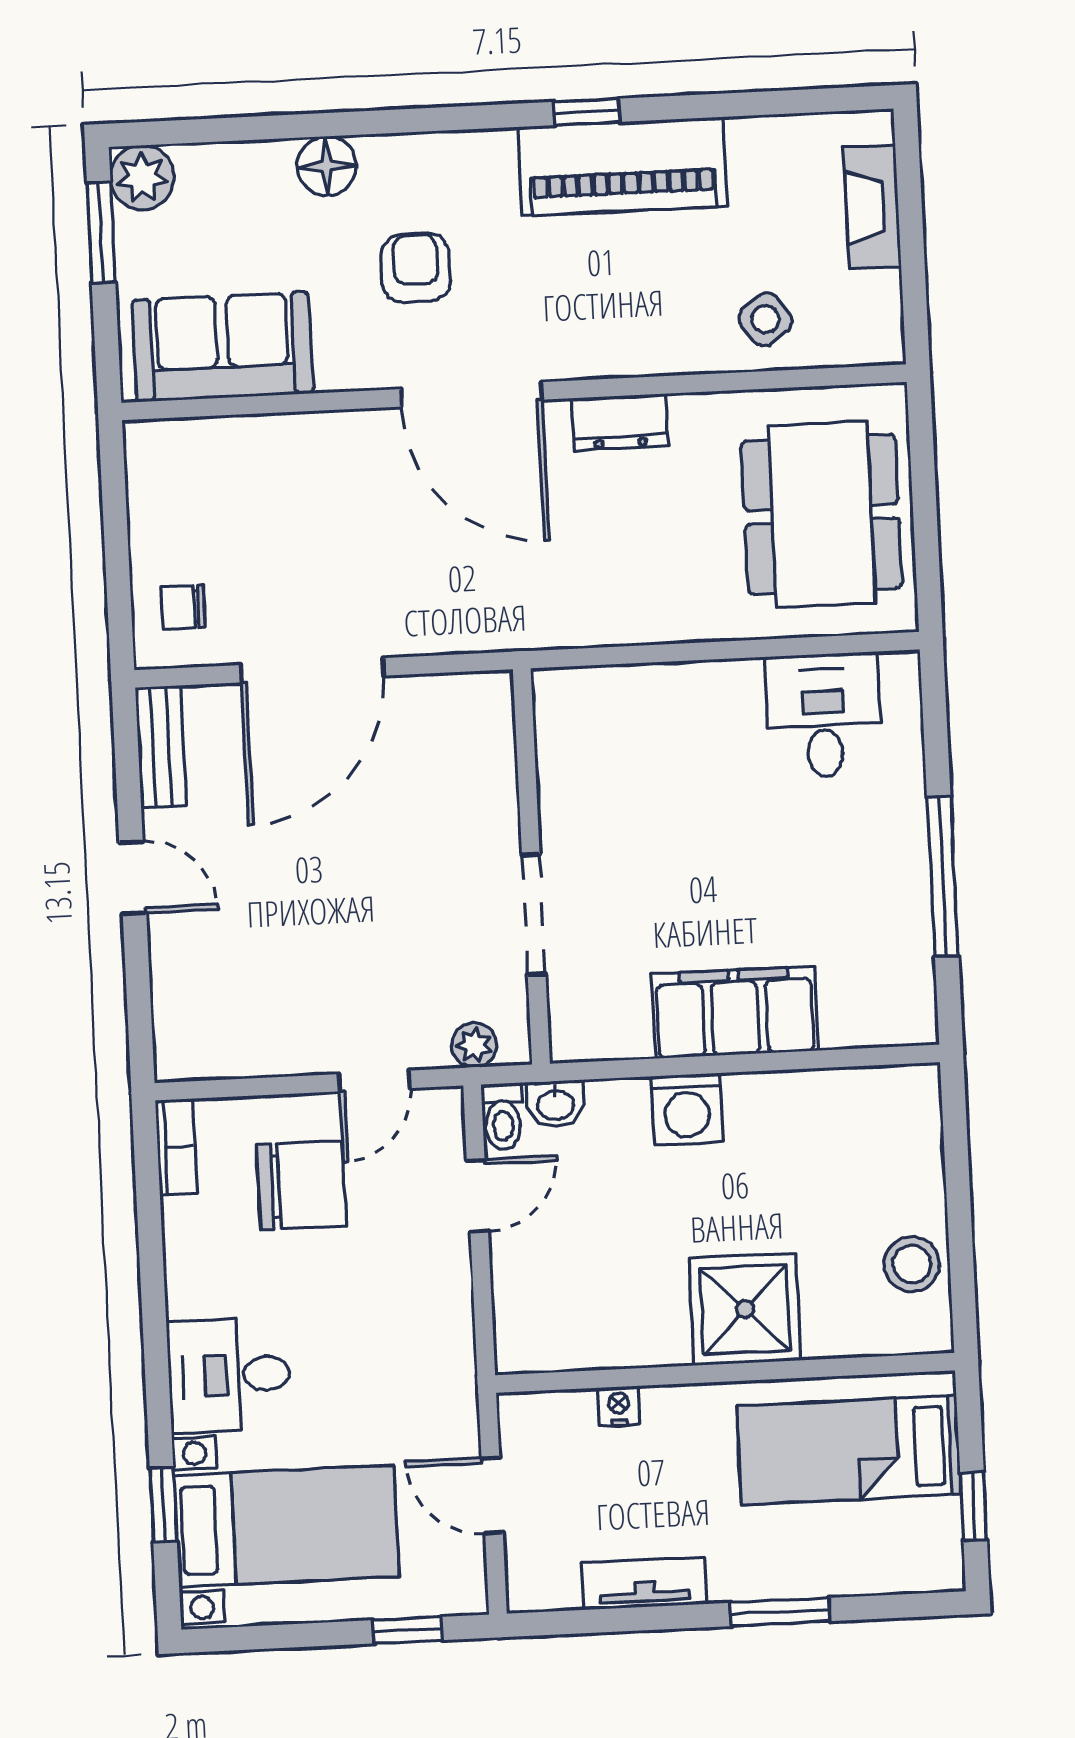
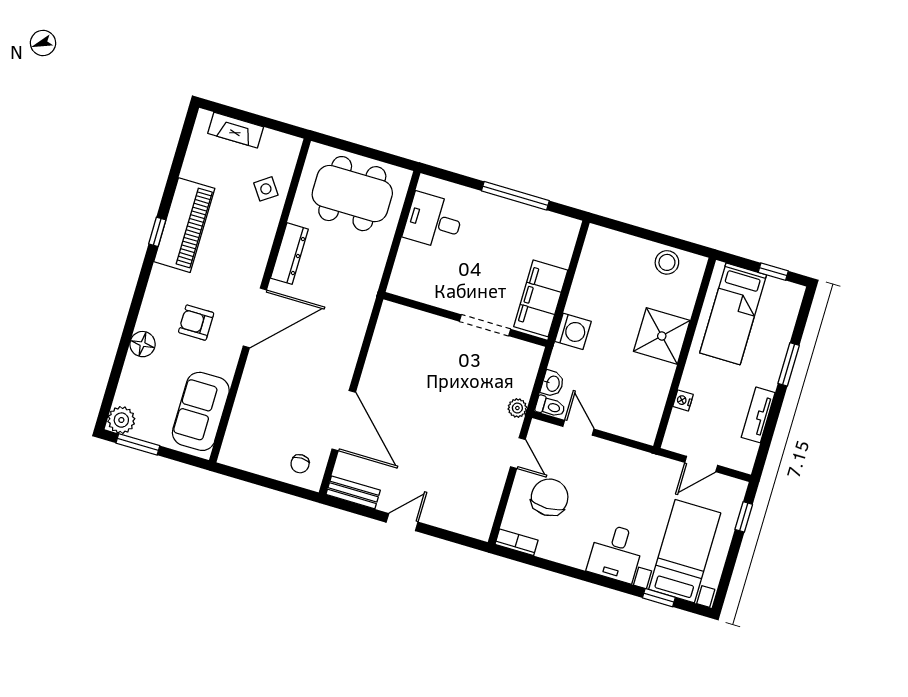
dresser: (620, 422) -> (289, 254), width x1.44
wall: (531, 866) -> (465, 319), moved
doorway: (534, 915) -> (485, 325), moved

